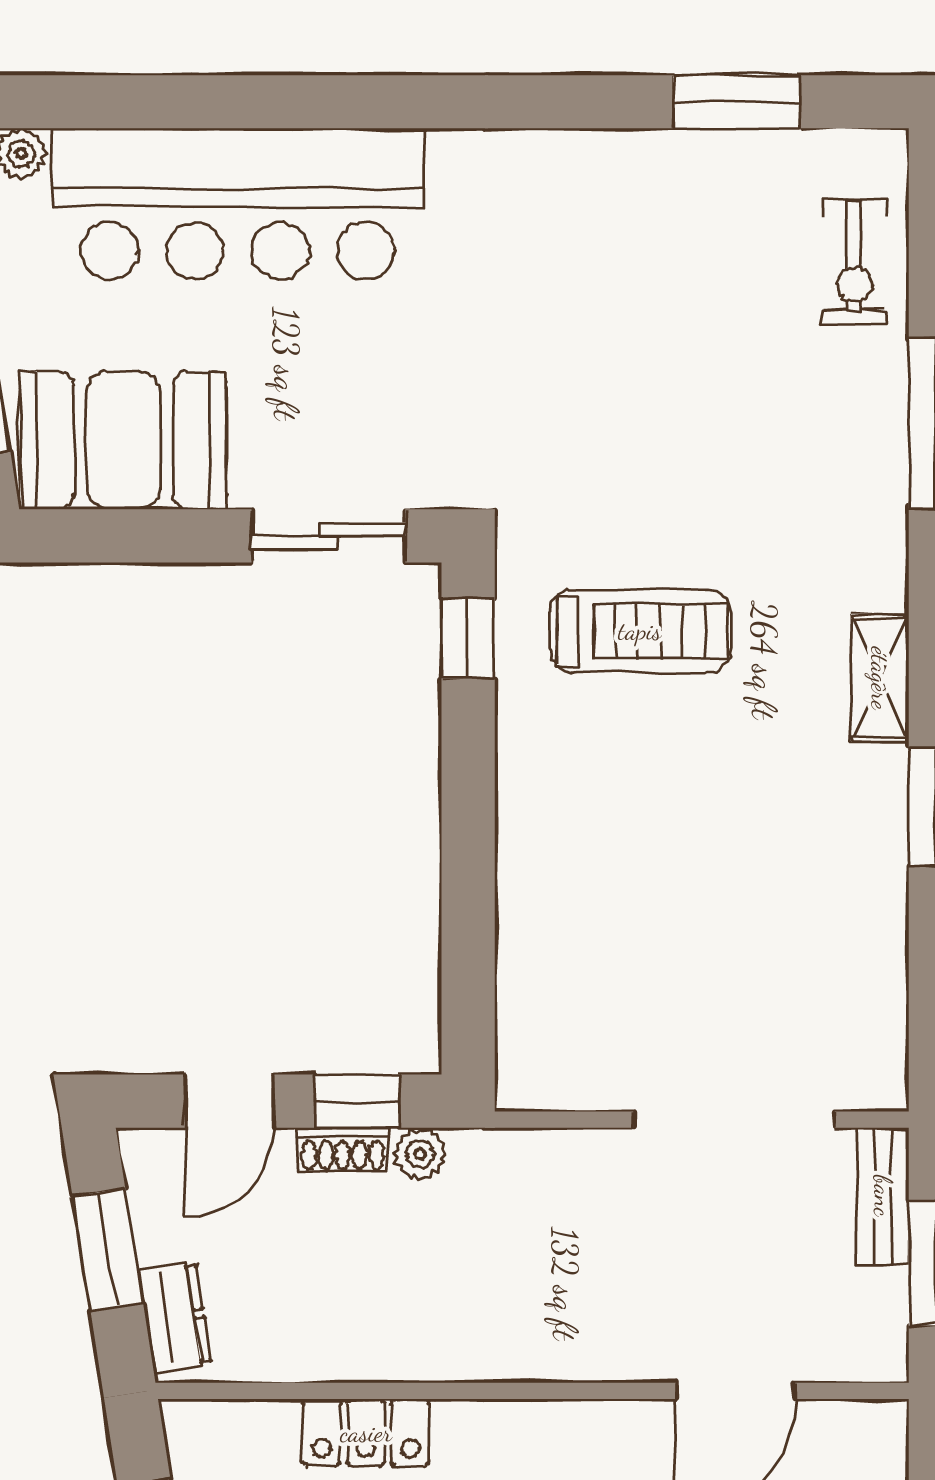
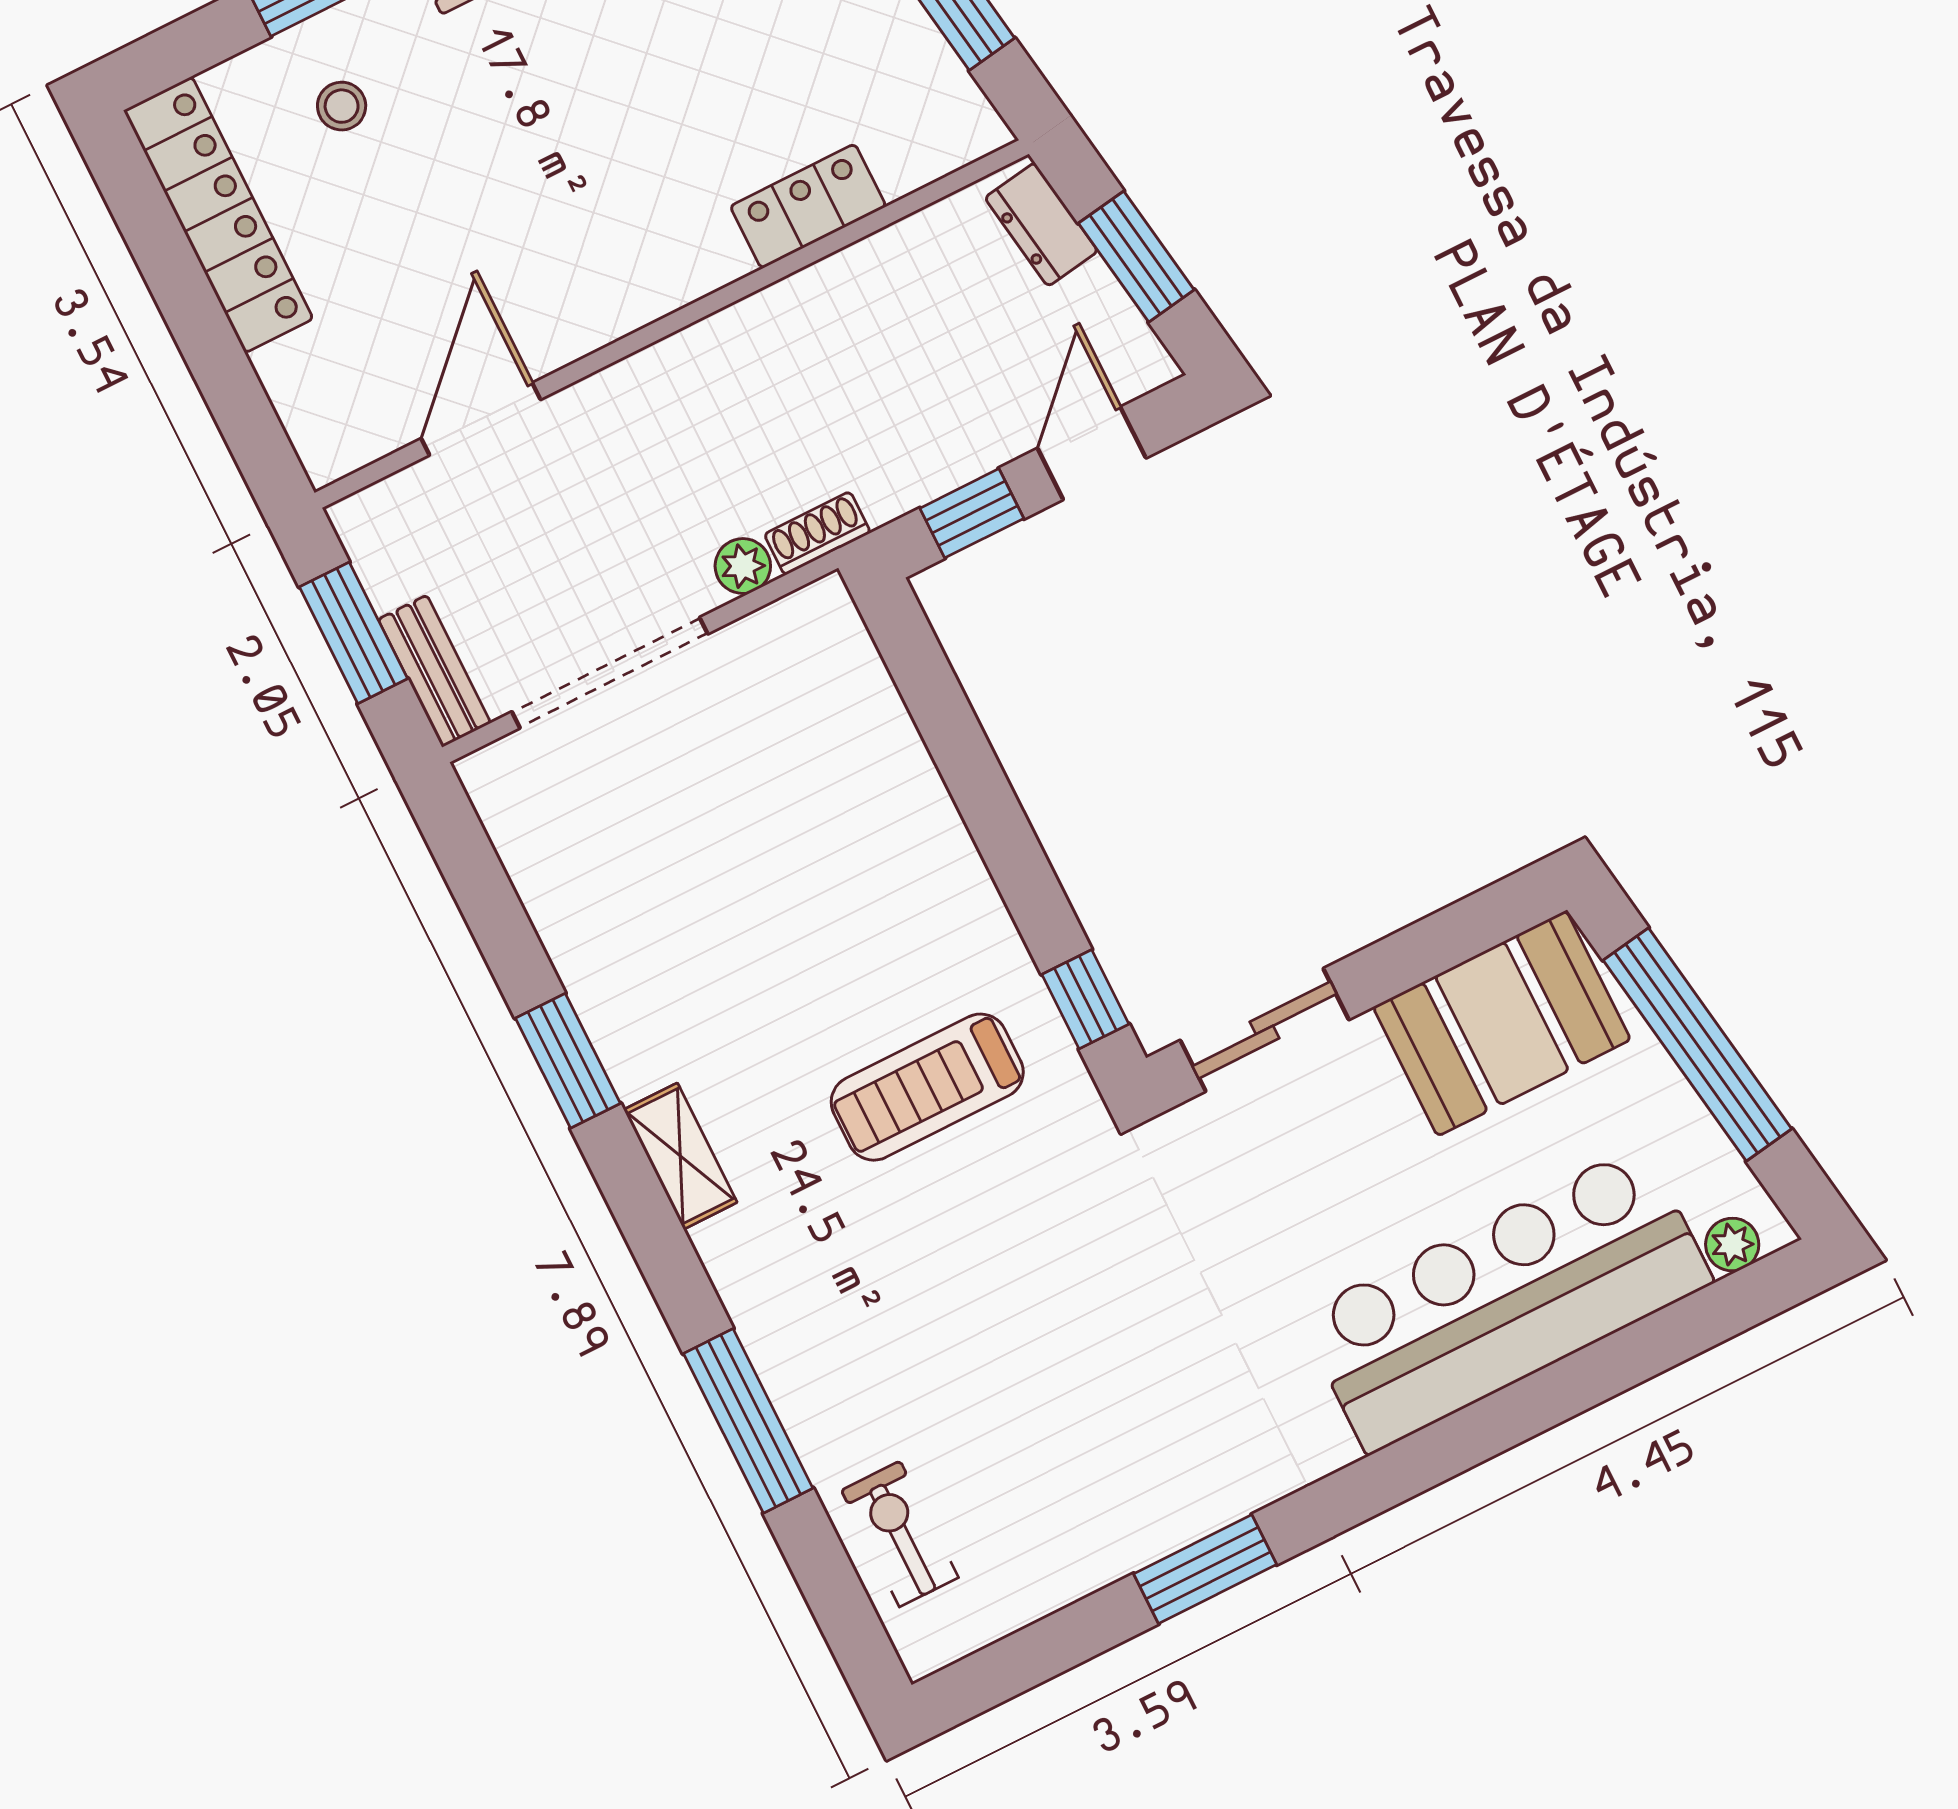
window: (736, 102) -> (1205, 1569), moved
shoe rack: (343, 1150) -> (817, 533), moved
plant: (420, 1154) -> (743, 566), moved

